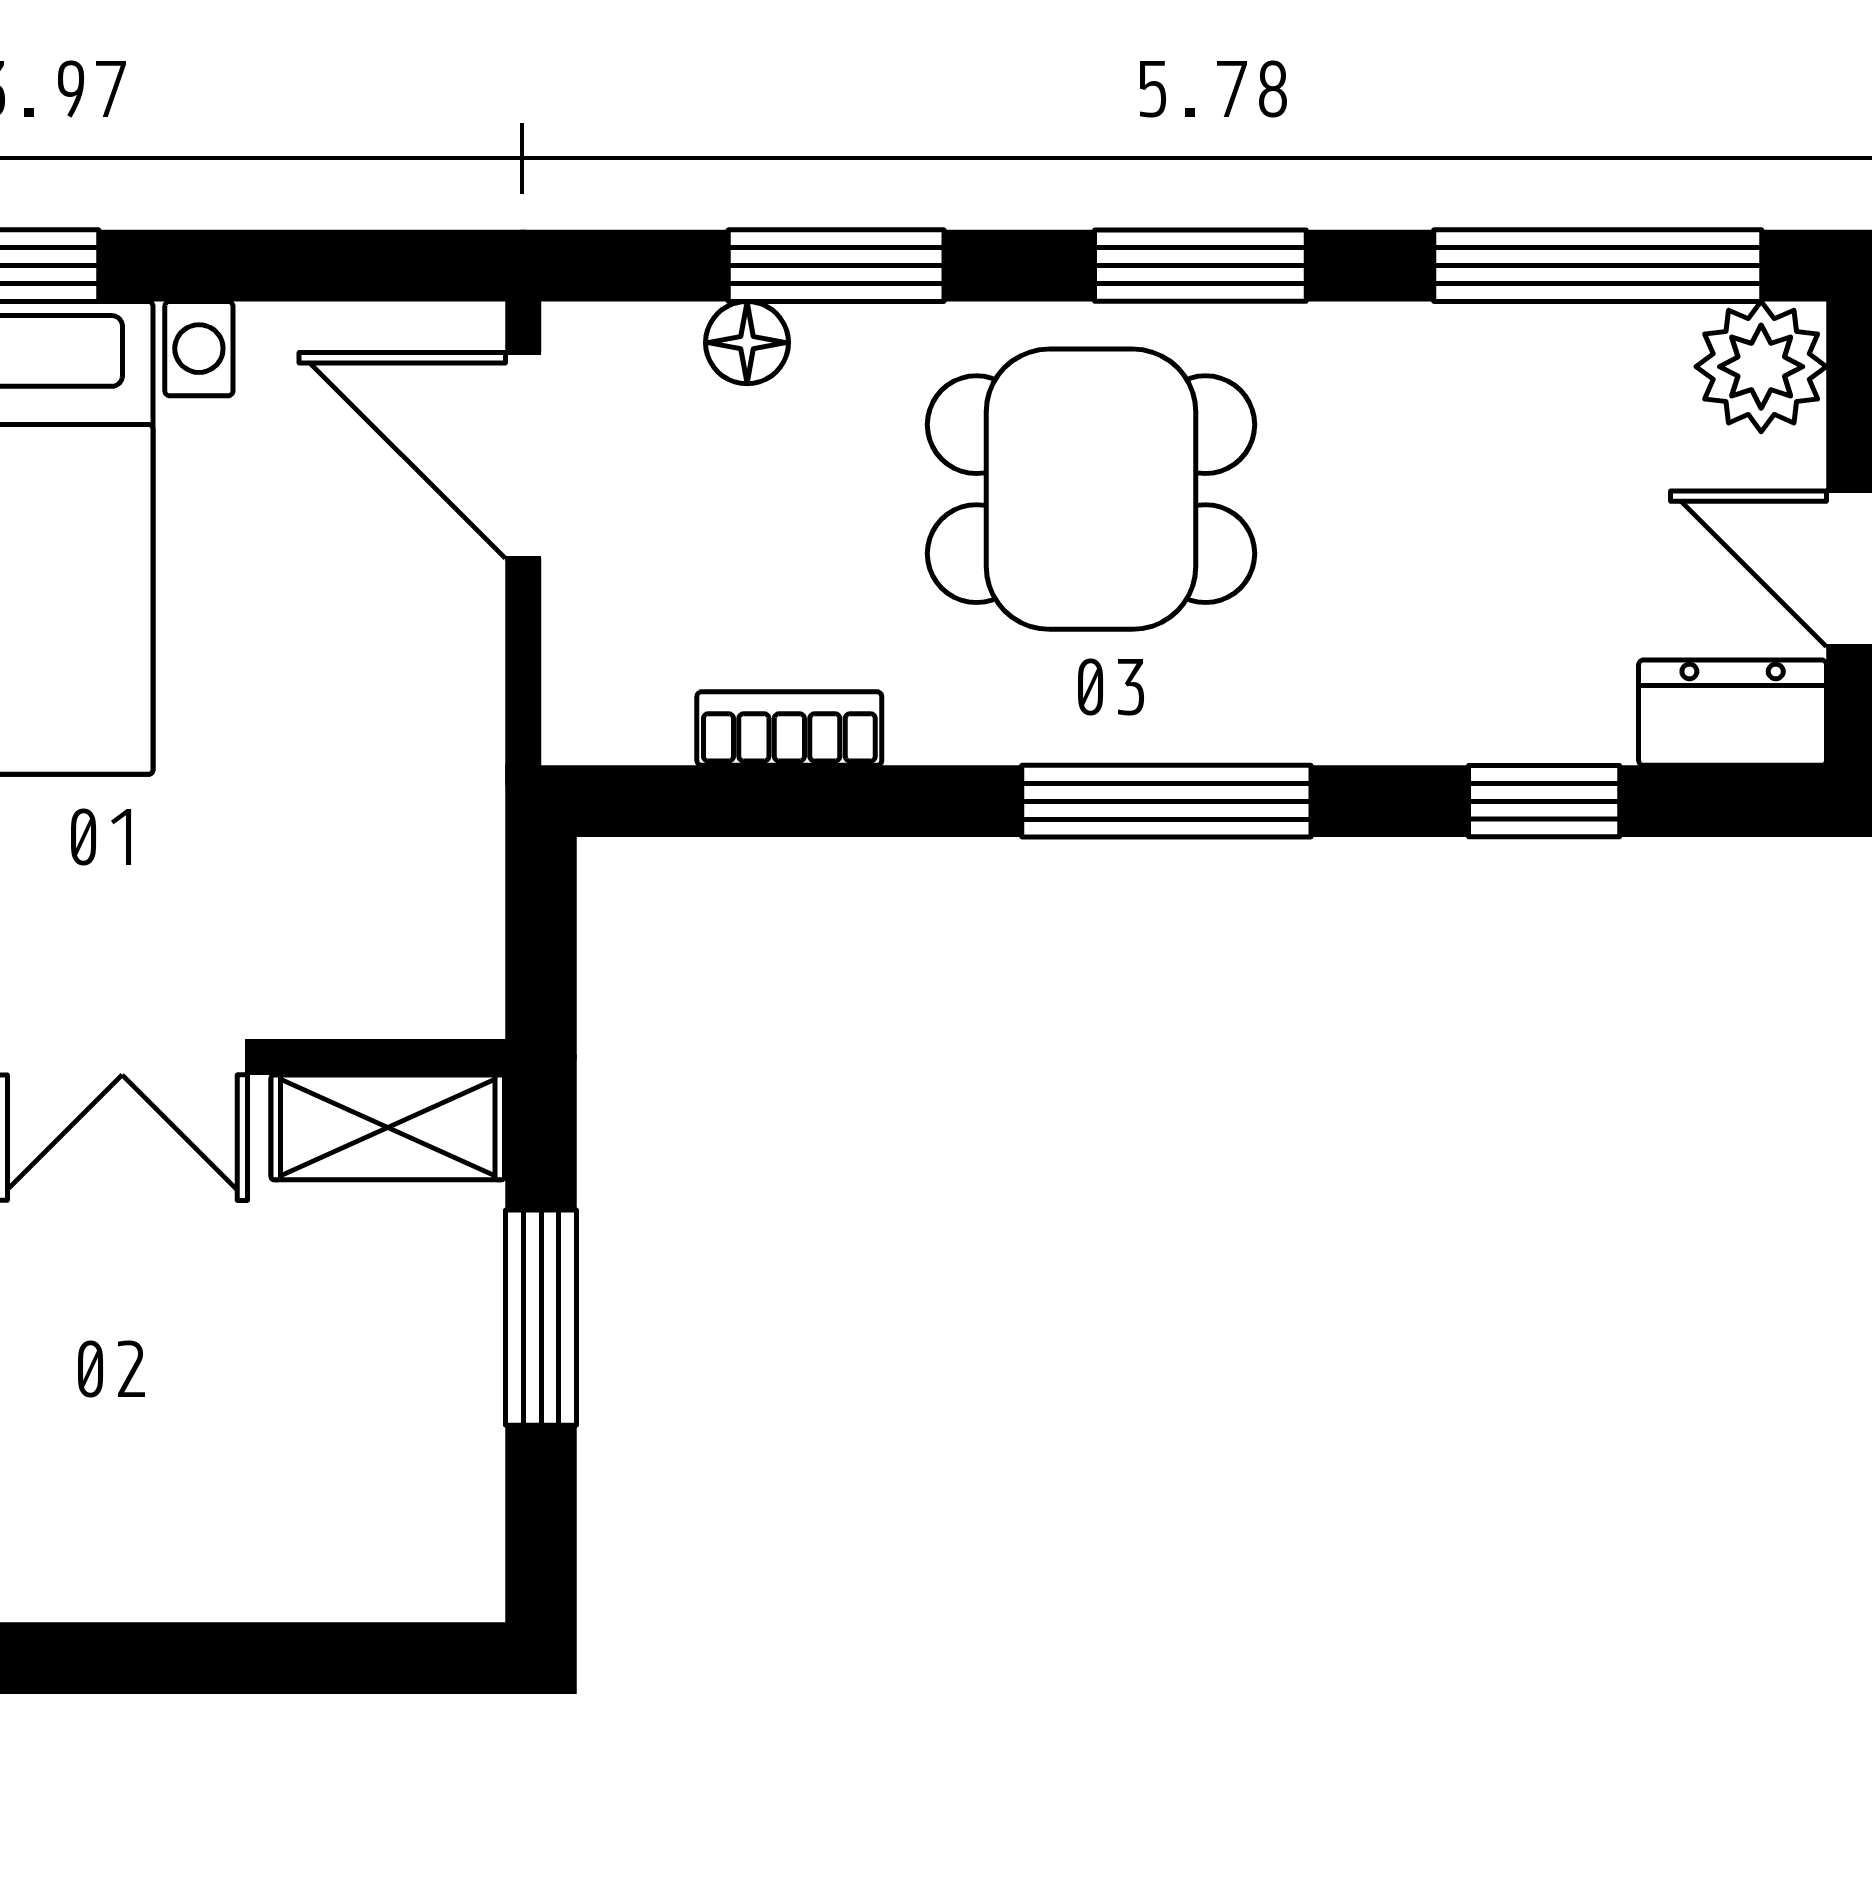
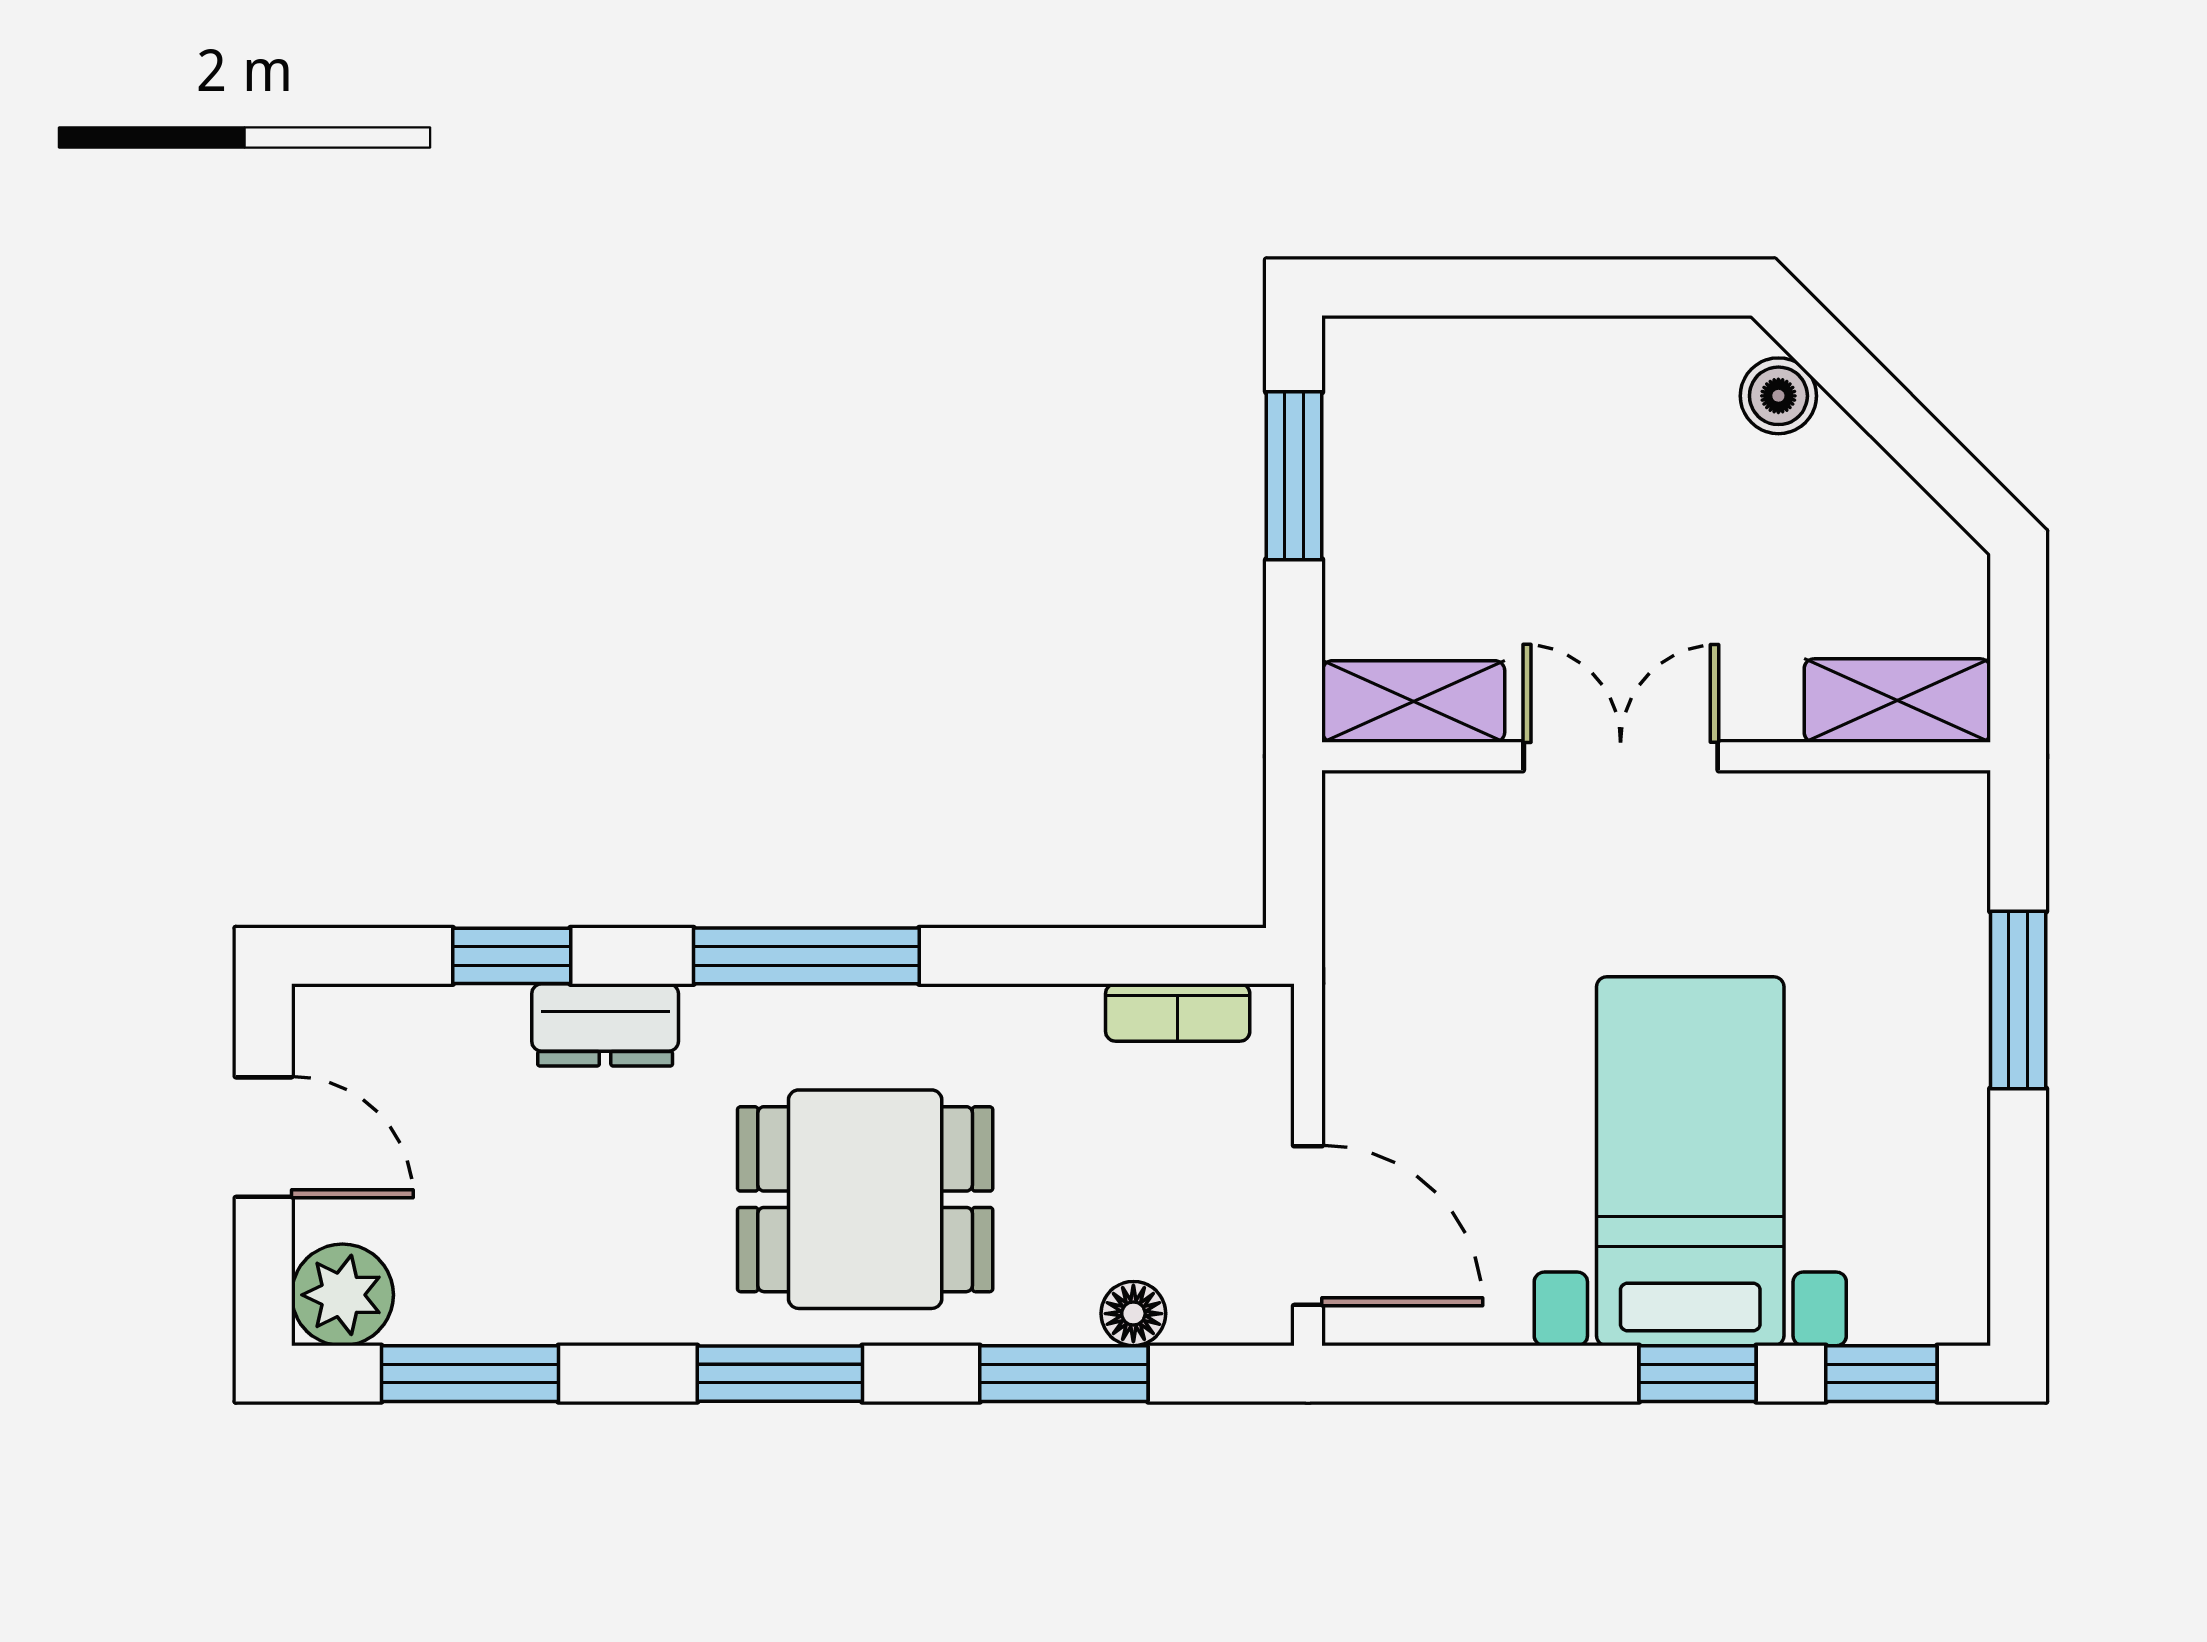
window: (1598, 266) -> (470, 1374), width x0.69
dresser: (1733, 713) -> (605, 1025), moved
bookcase: (789, 729) -> (1178, 1013), moved
window: (541, 1318) -> (1294, 476), moved

